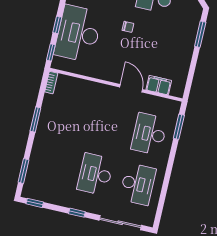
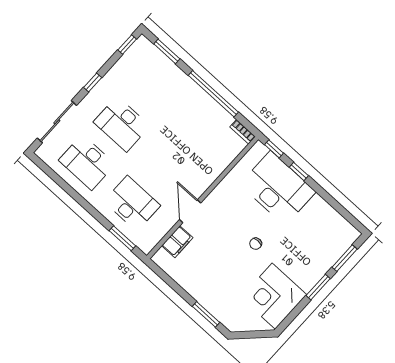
door: (131, 88) -> (190, 211), swing flipped
window: (35, 120) -> (213, 94), width x2.11
desk: (95, 174) -> (122, 124), turned 180

